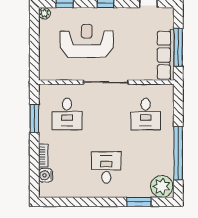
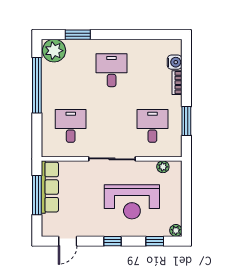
plant: (57, 75) -> (163, 167), added
desk: (106, 168) -> (112, 70), turned 180

